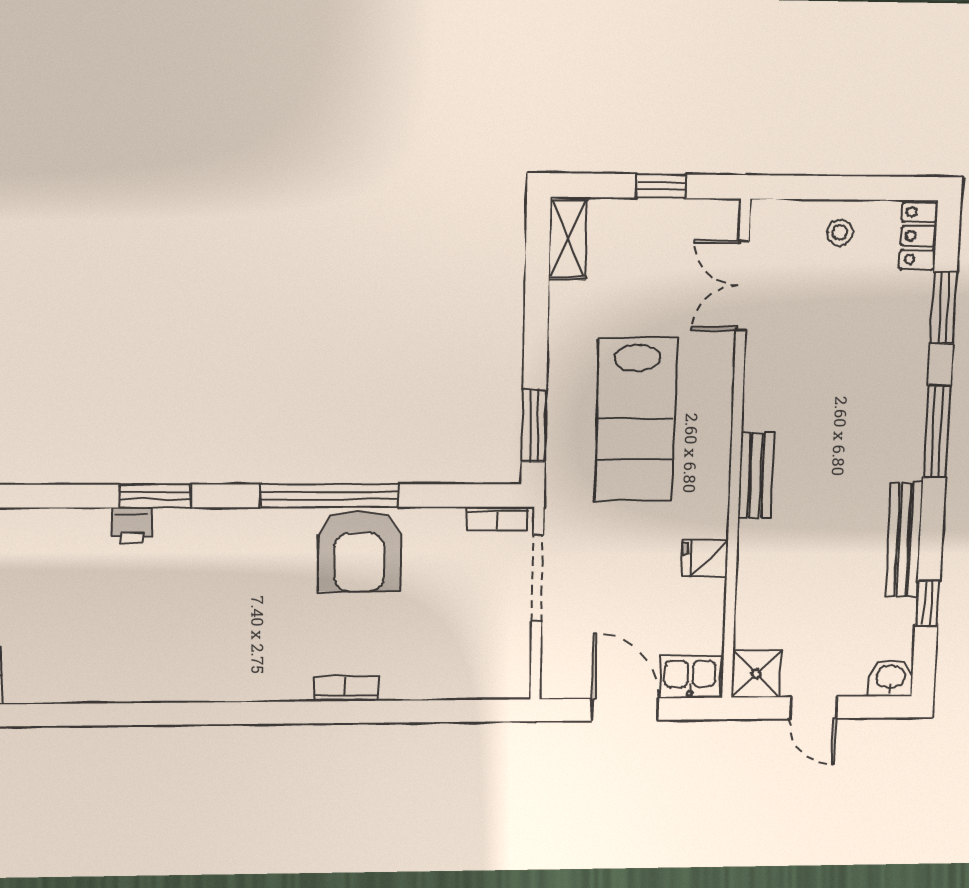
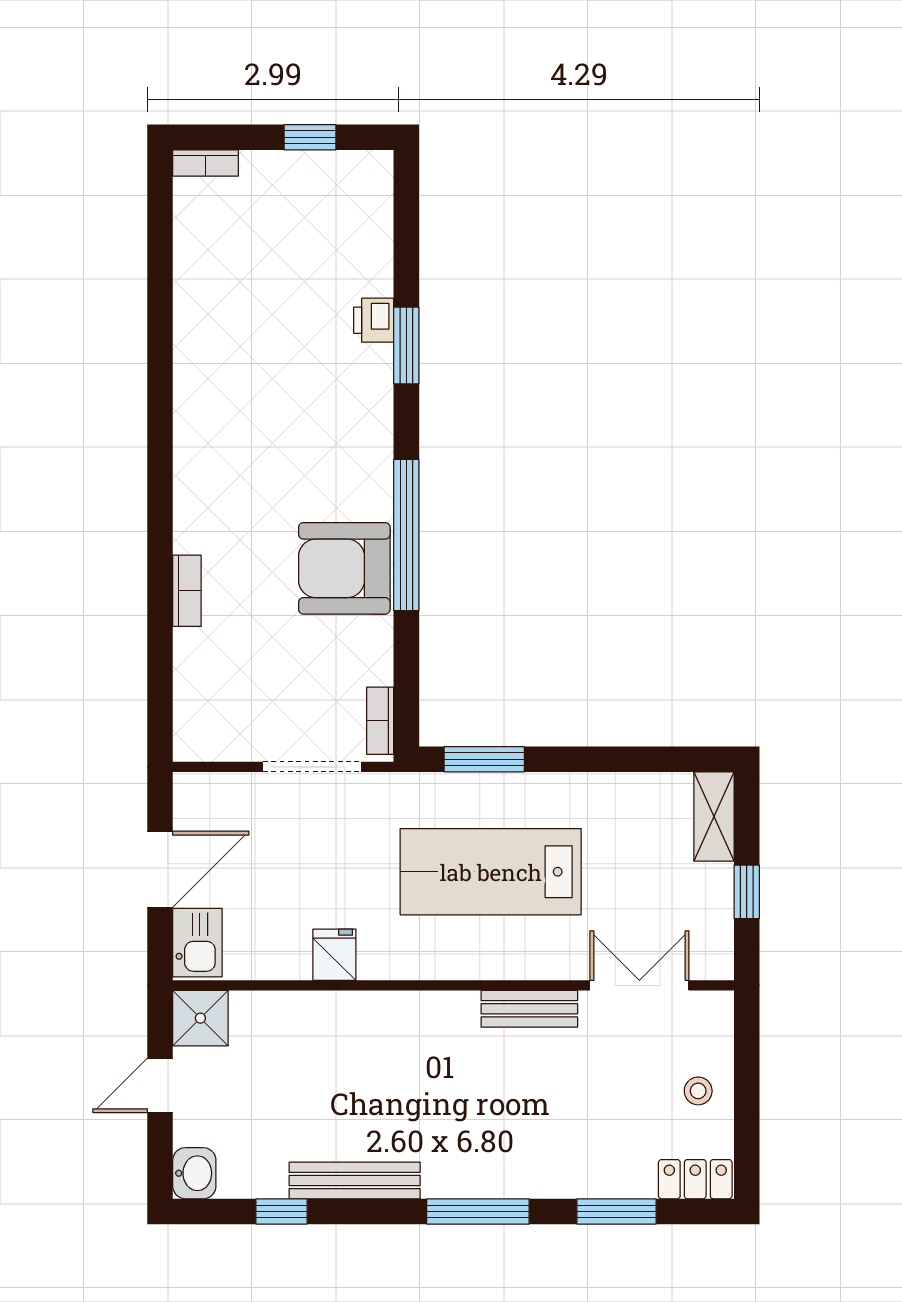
shelving: (568, 238) -> (714, 816), moved, turned 90
bench: (756, 476) -> (529, 1009), moved
bookcase: (346, 689) -> (187, 591), moved

